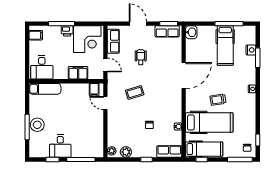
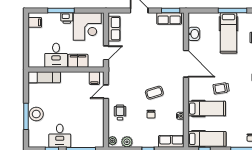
washbasin: (191, 32) -> (194, 34), moved
wheelchair: (141, 57) -> (120, 113), moved
door: (105, 65) -> (106, 53), hinge flipped
desk: (42, 67) -> (56, 55), moved
door: (184, 76) -> (186, 64), hinge flipped
coffee table: (135, 92) -> (154, 93), moved
door: (105, 103) -> (106, 92), hinge flipped
hospital bed: (209, 122) -> (207, 109), width x0.73, depth x0.78

